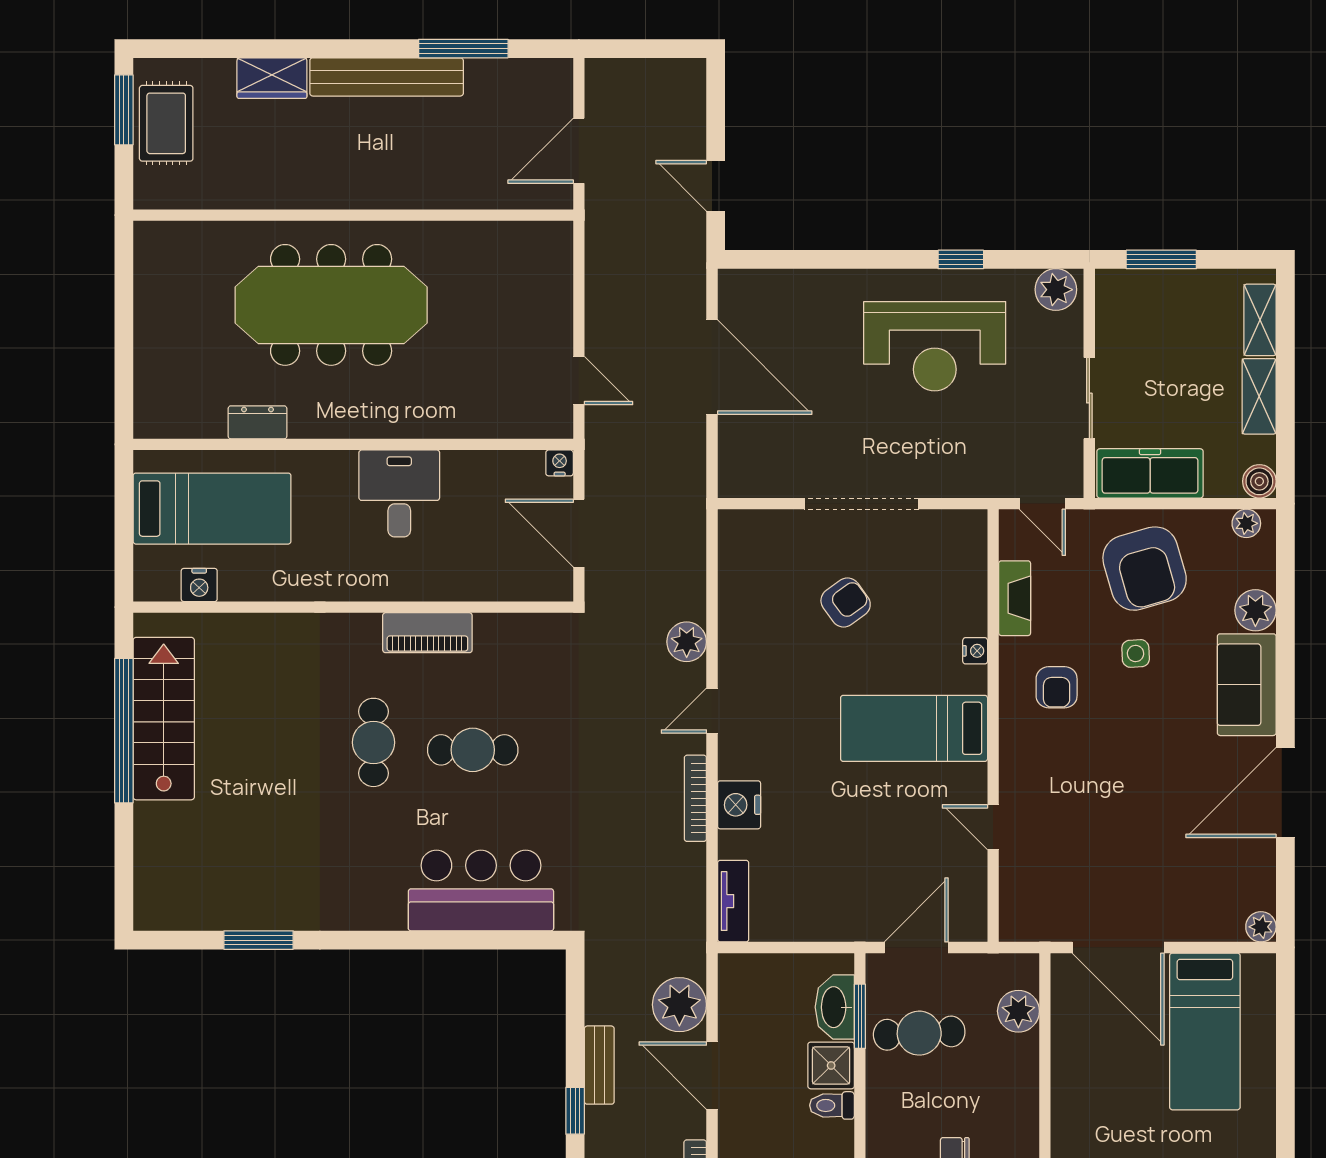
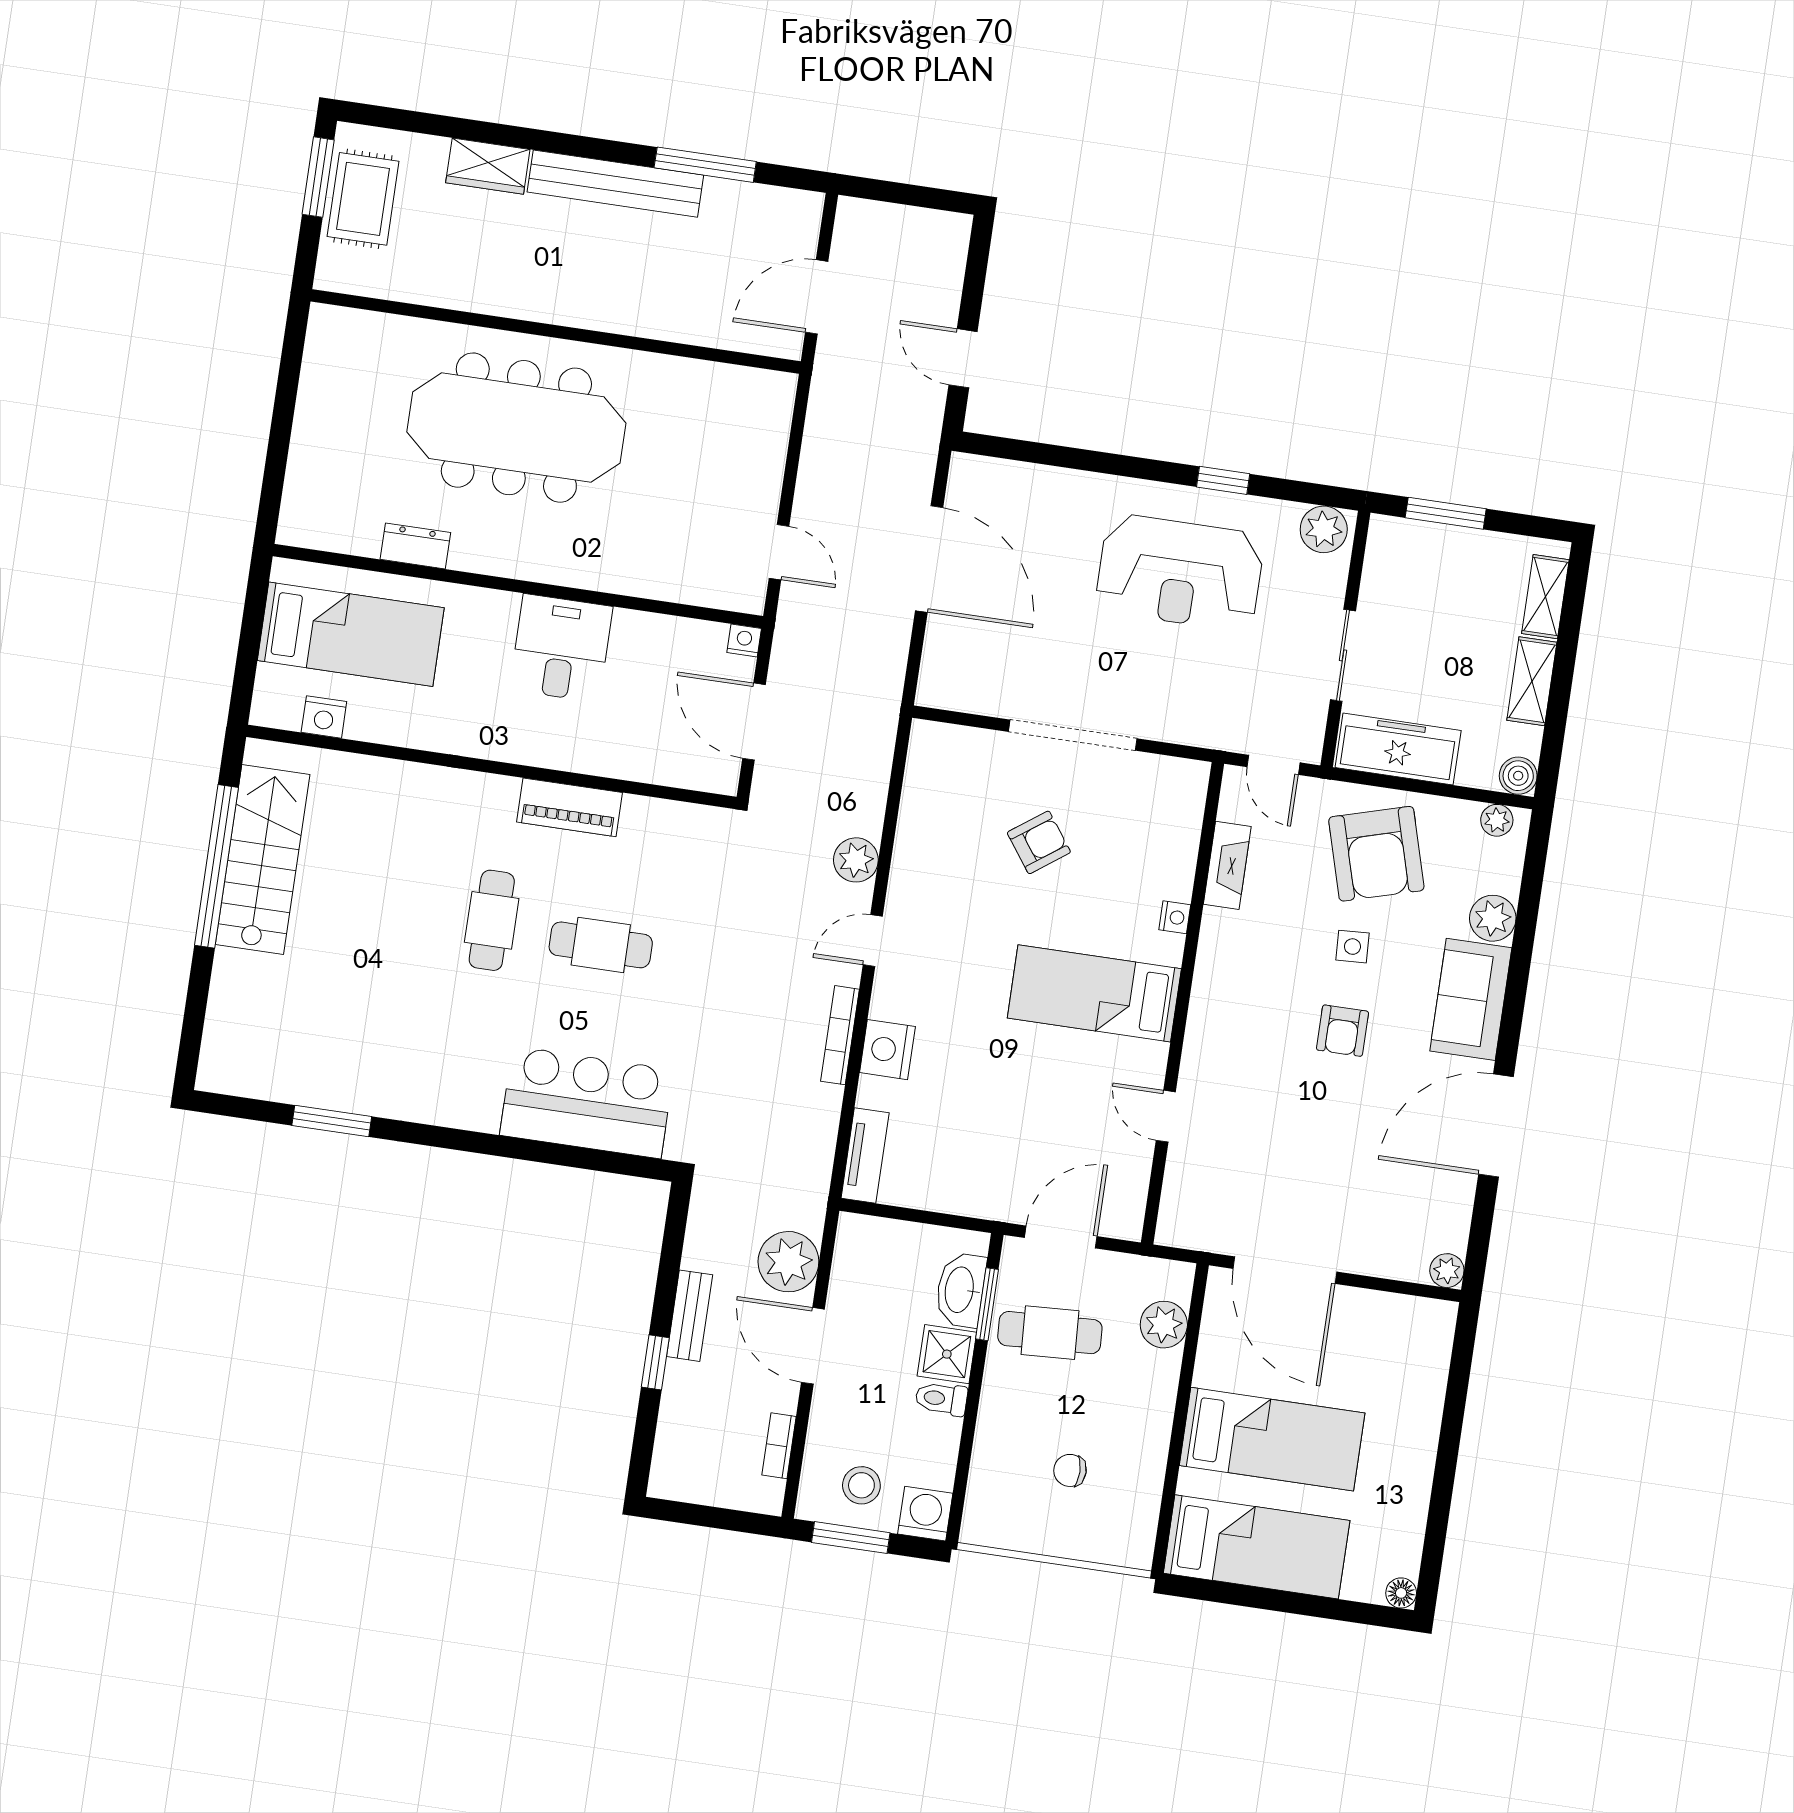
armchair: (1057, 687) -> (1342, 1031), moved
bed: (1205, 1031) -> (1272, 1439), moved, turned -90

